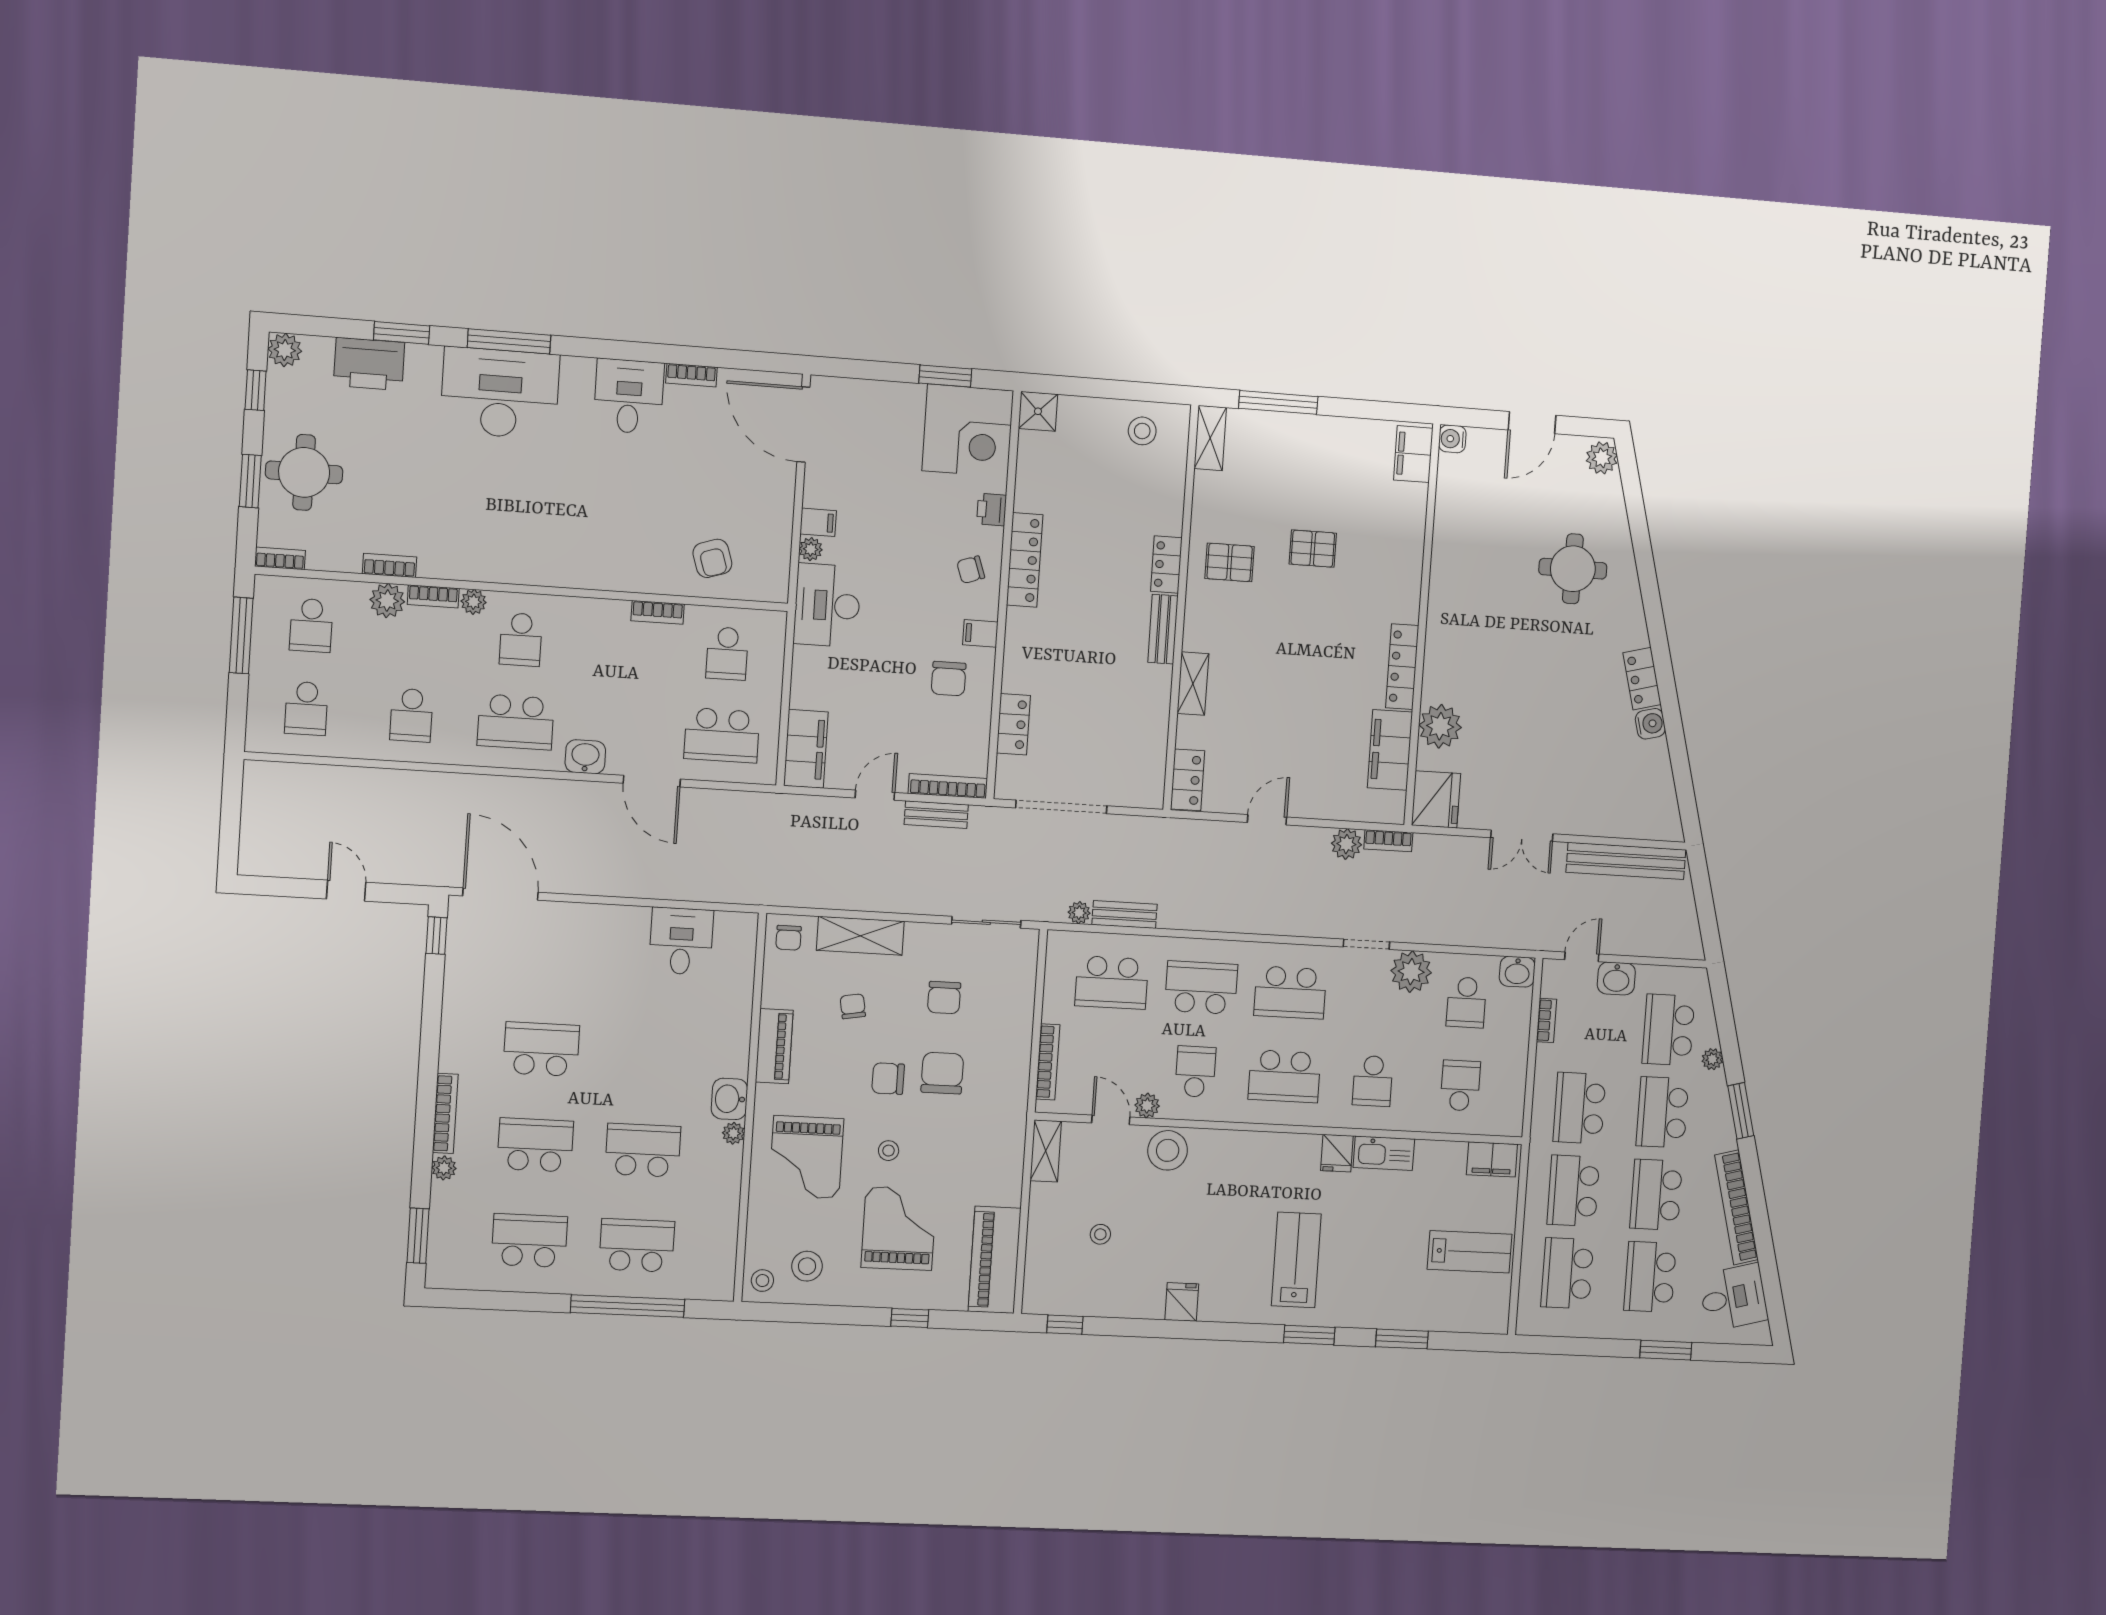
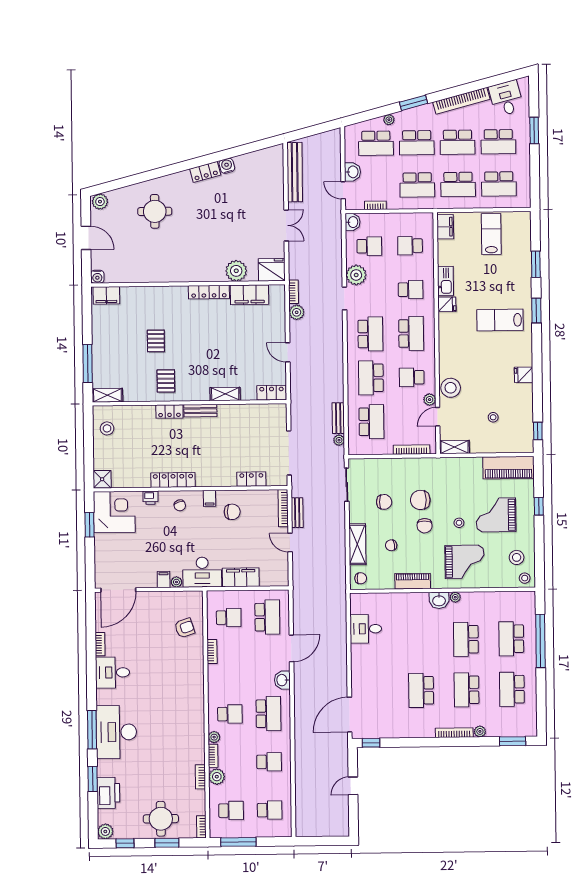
filing cabinet: (806, 749) -> (241, 577), moved

